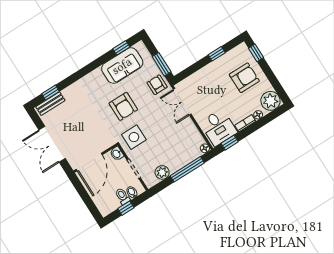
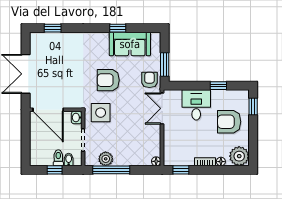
window: (121, 48) -> (118, 28), moved
armchair: (244, 78) -> (229, 122), turned 180
bench: (50, 104) -> (46, 38), removed
armchair: (123, 106) -> (108, 80), turned 90
desk: (219, 127) -> (196, 105), moved, turned 180
door: (89, 162) -> (48, 110), hinge flipped
window: (187, 169) -> (111, 170), moved

